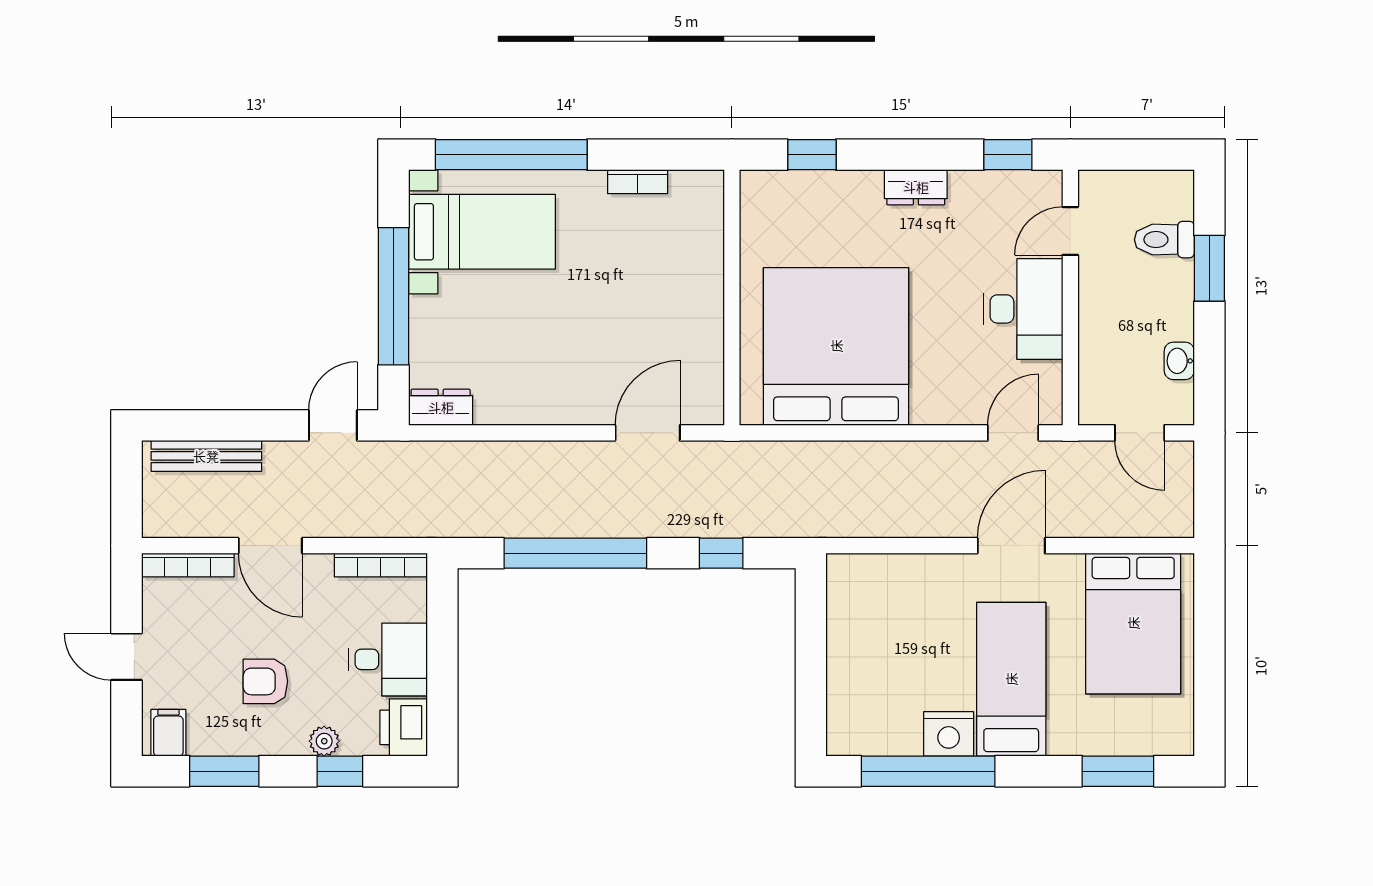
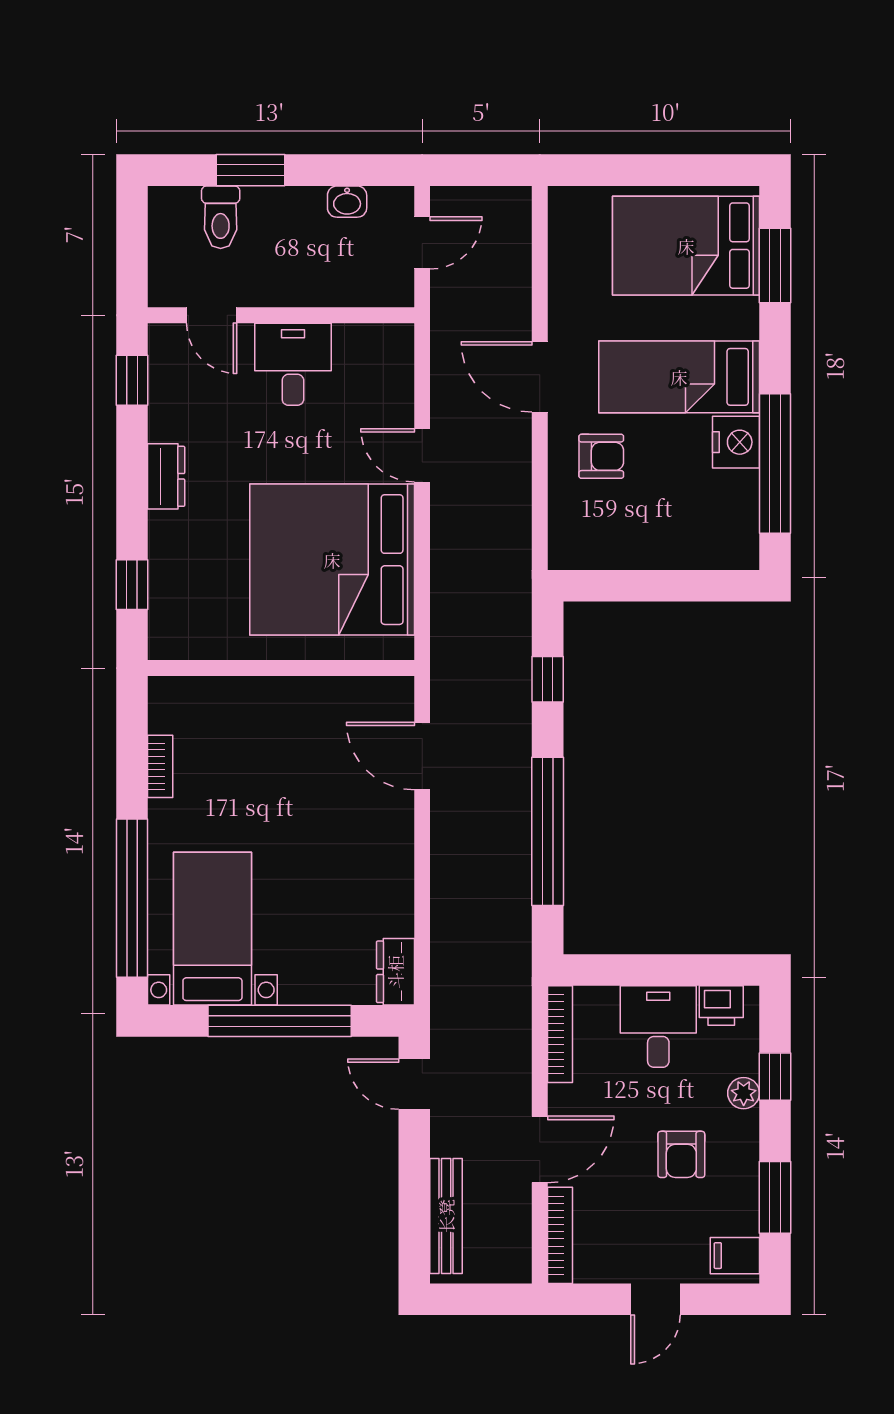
desk: (1023, 309) -> (293, 364), width x0.73
door: (1013, 433) -> (422, 455), moved
armchair: (935, 605) -> (601, 456), added
bed: (1133, 623) -> (686, 246), moved, turned 180
printer: (404, 727) -> (721, 1006), width x0.73, depth x0.81

